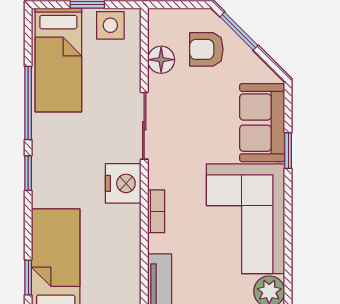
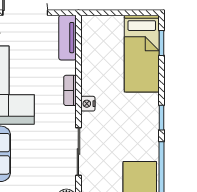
nightstand: (123, 183) -> (88, 104), width x0.53, depth x0.56

